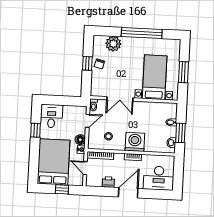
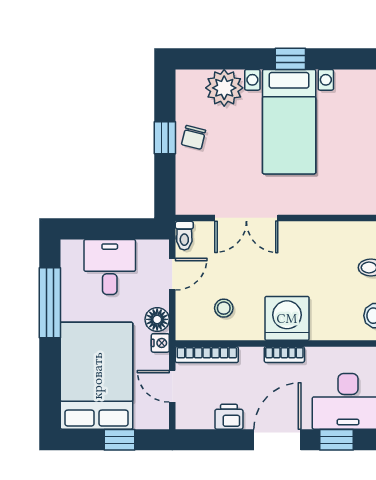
window: (142, 33) -> (290, 59), width x0.32
bed with nightstands: (155, 77) -> (289, 122), moved, turned 180
desk: (51, 116) -> (110, 267), moved
window: (36, 130) -> (50, 303), width x2.17
window: (153, 194) -> (337, 440), added

